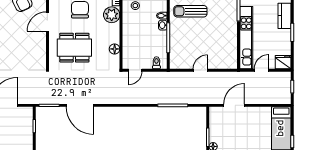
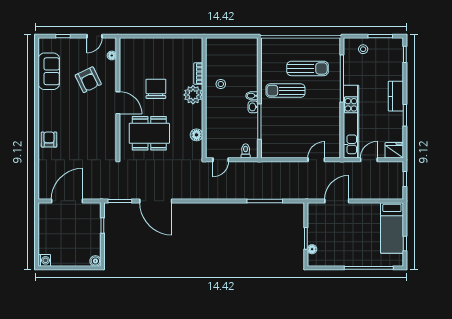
door: (47, 22) -> (118, 103), swing flipped
door: (200, 70) -> (316, 160), moved

